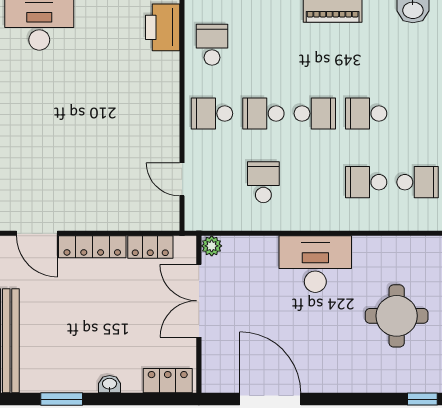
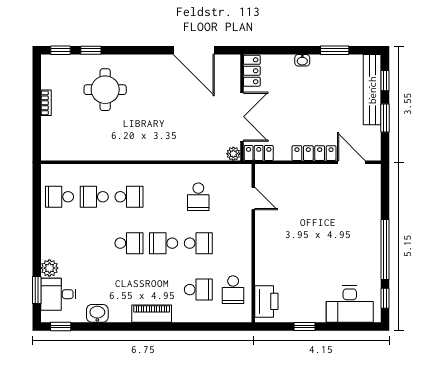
school desk: (212, 113) -> (198, 290), moved
locker: (150, 247) -> (259, 153), moved
desk: (315, 264) -> (163, 141), removed
round table: (397, 316) -> (105, 90), moved
locker: (168, 381) -> (252, 71), moved, turned -90

